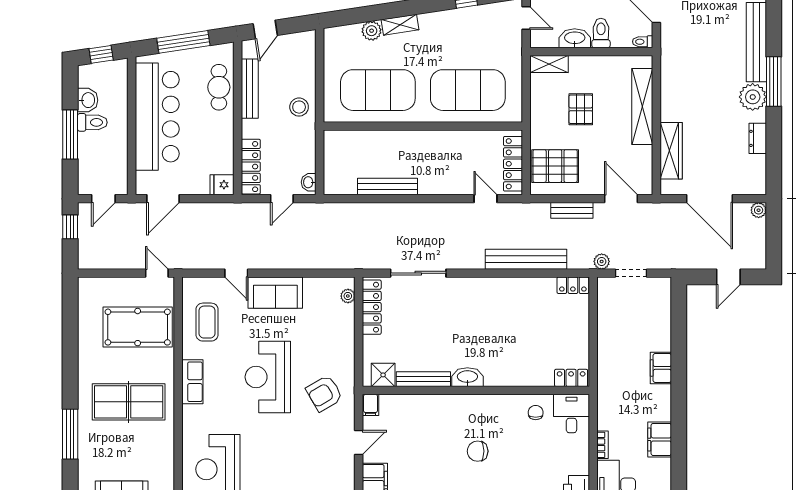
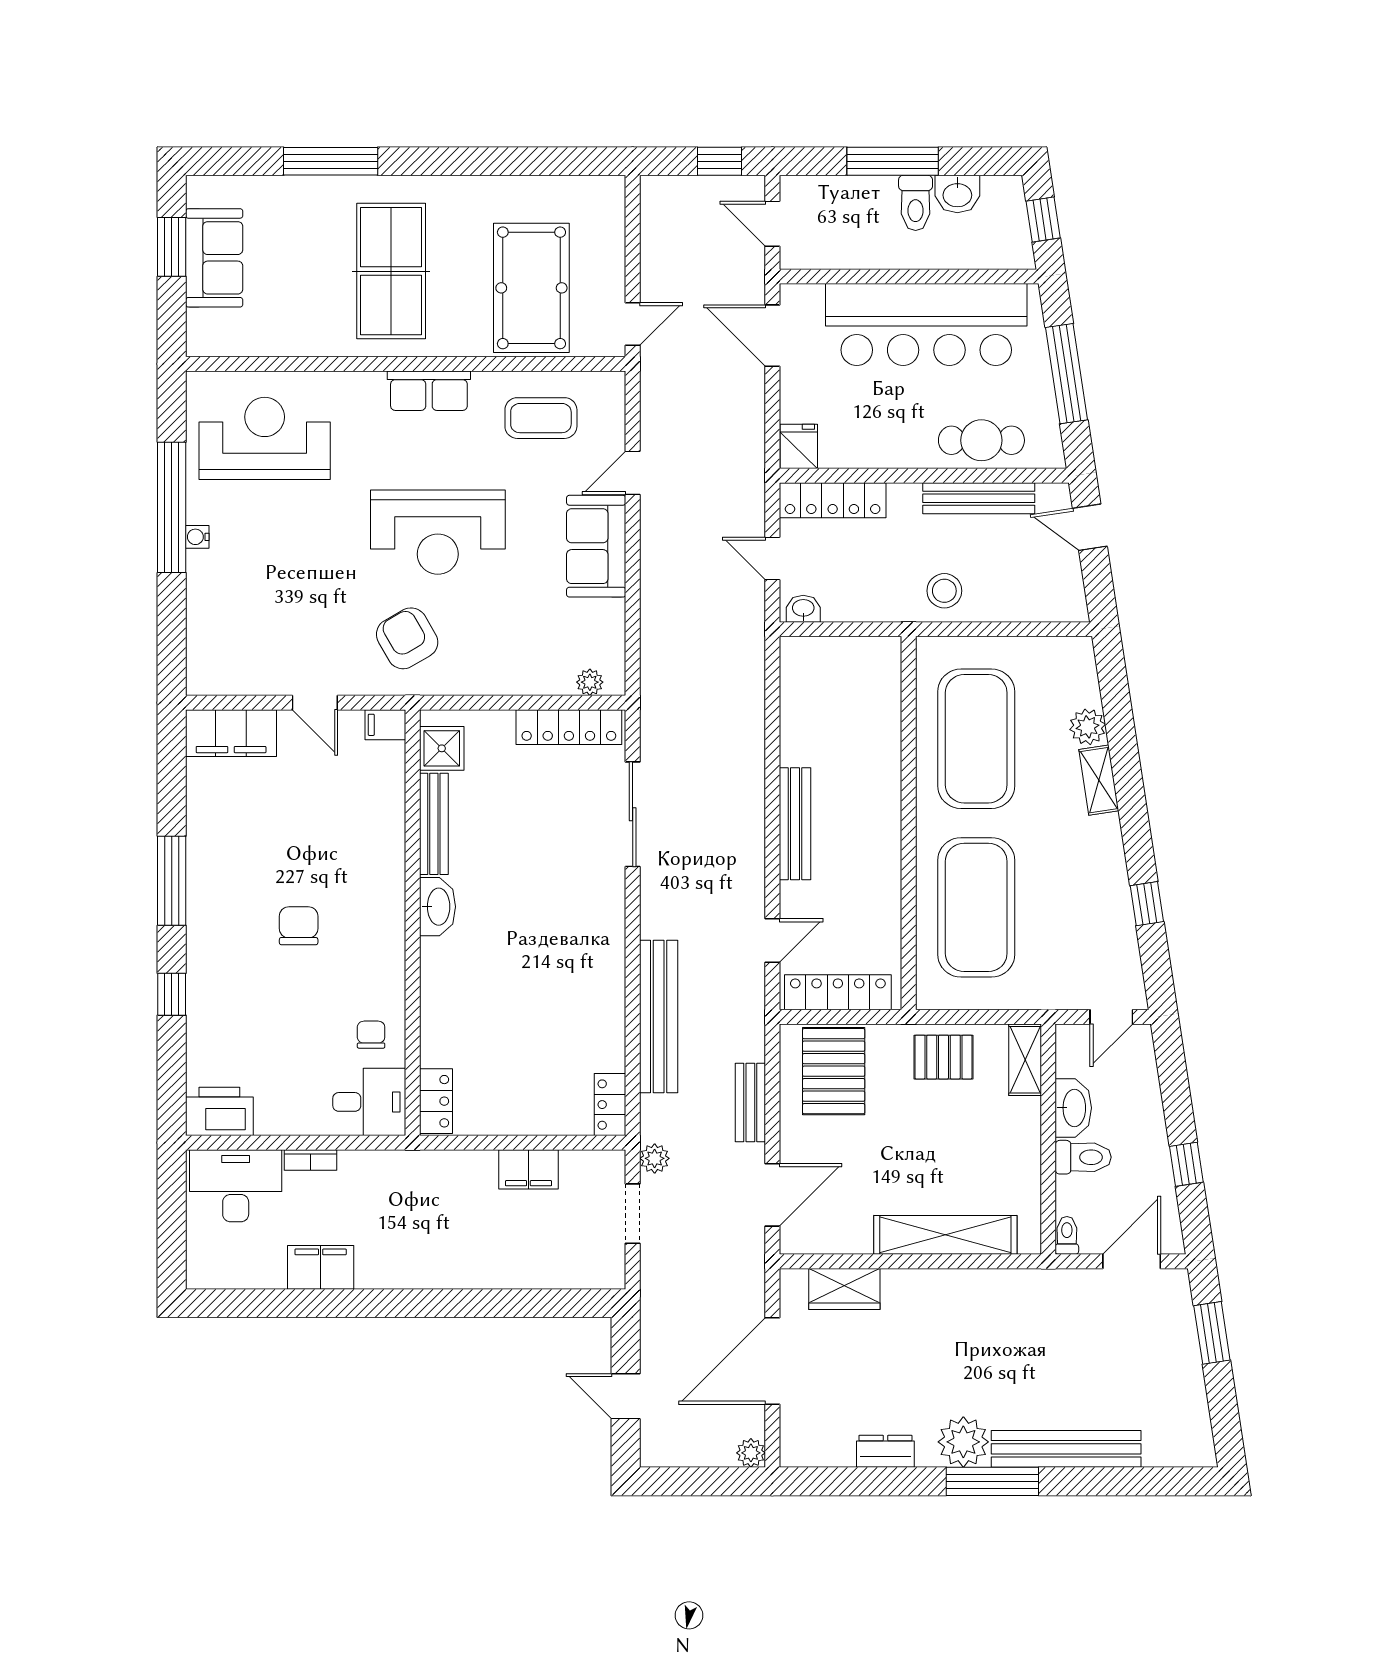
pallet: (581, 109) -> (943, 1057), moved
wardrobe: (671, 151) -> (844, 1289), width x0.67
bench: (388, 187) -> (795, 824), moved
filing cabinet: (661, 368) -> (528, 1169), moved, turned 180
reception desk: (268, 377) -> (438, 532), turned 180
chair: (536, 413) -> (371, 1035), turned -90

